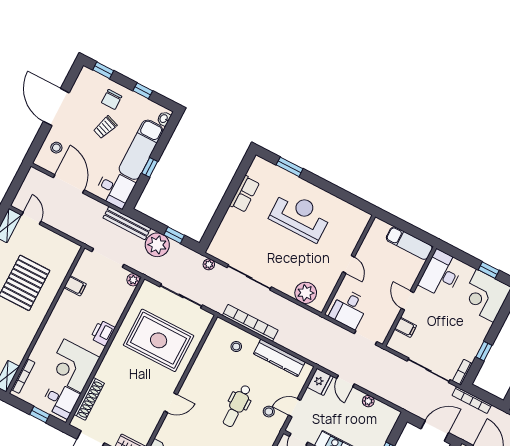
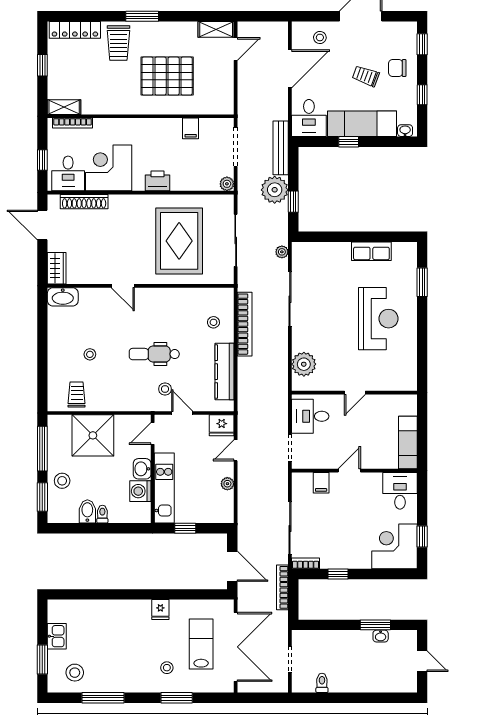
desk: (441, 274) -> (400, 491), width x0.73

